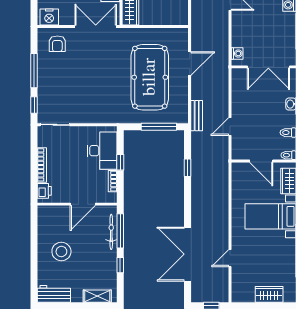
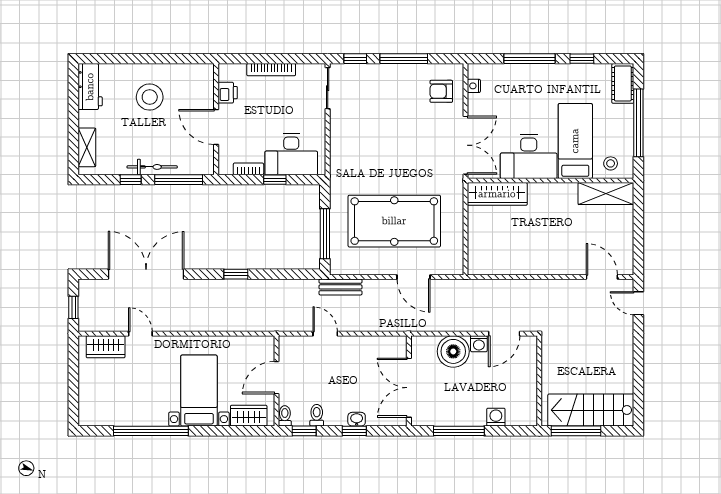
nightstand: (49, 17) -> (474, 86), width x0.53, depth x0.56
boiler: (243, 35) -> (453, 351), added
washing machine: (237, 54) -> (479, 344), moved
window: (188, 168) -> (236, 274), moved
printer: (44, 191) -> (228, 93), moved, turned -90
bicycle: (111, 232) -> (152, 167), moved
wardrobe: (269, 294) -> (106, 347), moved, turned 90

